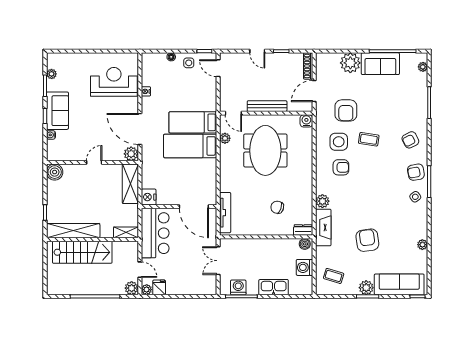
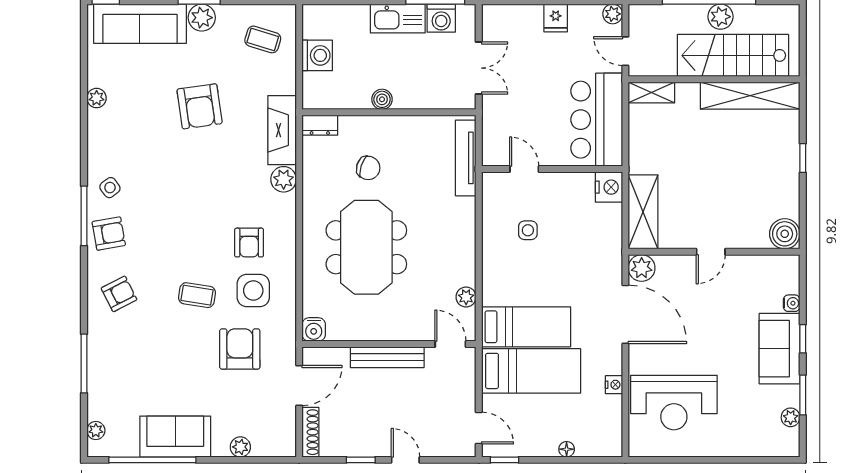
side table: (189, 63) -> (528, 230), moved
plant: (350, 63) -> (240, 447), width x0.53, depth x0.53
bed: (190, 146) -> (531, 371), moved
meeting table: (265, 150) -> (366, 247), moved
armchair: (341, 167) -> (249, 243), turned -90
door: (194, 207) -> (524, 169), width x0.53
shelving: (73, 231) -> (750, 96), moved
shelving: (126, 232) -> (651, 92), moved
wall: (92, 240) -> (714, 79), moved
boiler: (305, 244) -> (382, 99), moved
stairs: (82, 252) -> (733, 55), moved
fridge: (159, 287) -> (556, 18), moved
kitchen sink: (274, 287) -> (398, 19), moved
plant: (132, 288) -> (720, 17), moved

